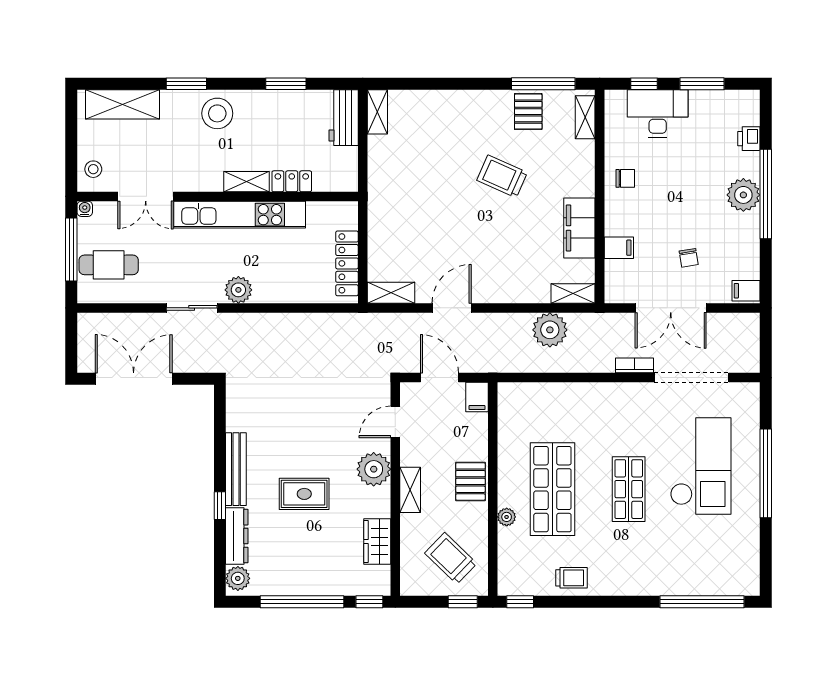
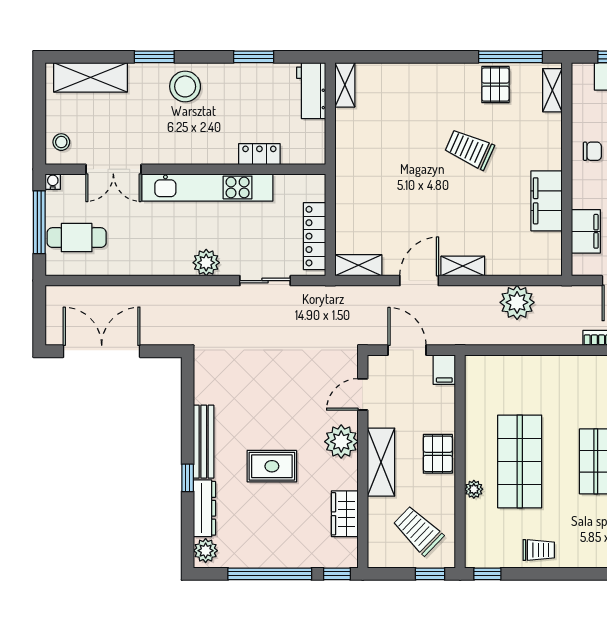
shelving: (246, 182) -> (214, 154), removed
filing cabinet: (619, 248) -> (586, 231), width x2.00
shelving: (573, 293) -> (463, 266), moved
sliding door: (192, 308) -> (265, 281), moved
shelving: (410, 490) -> (381, 462), width x1.50, depth x1.33

